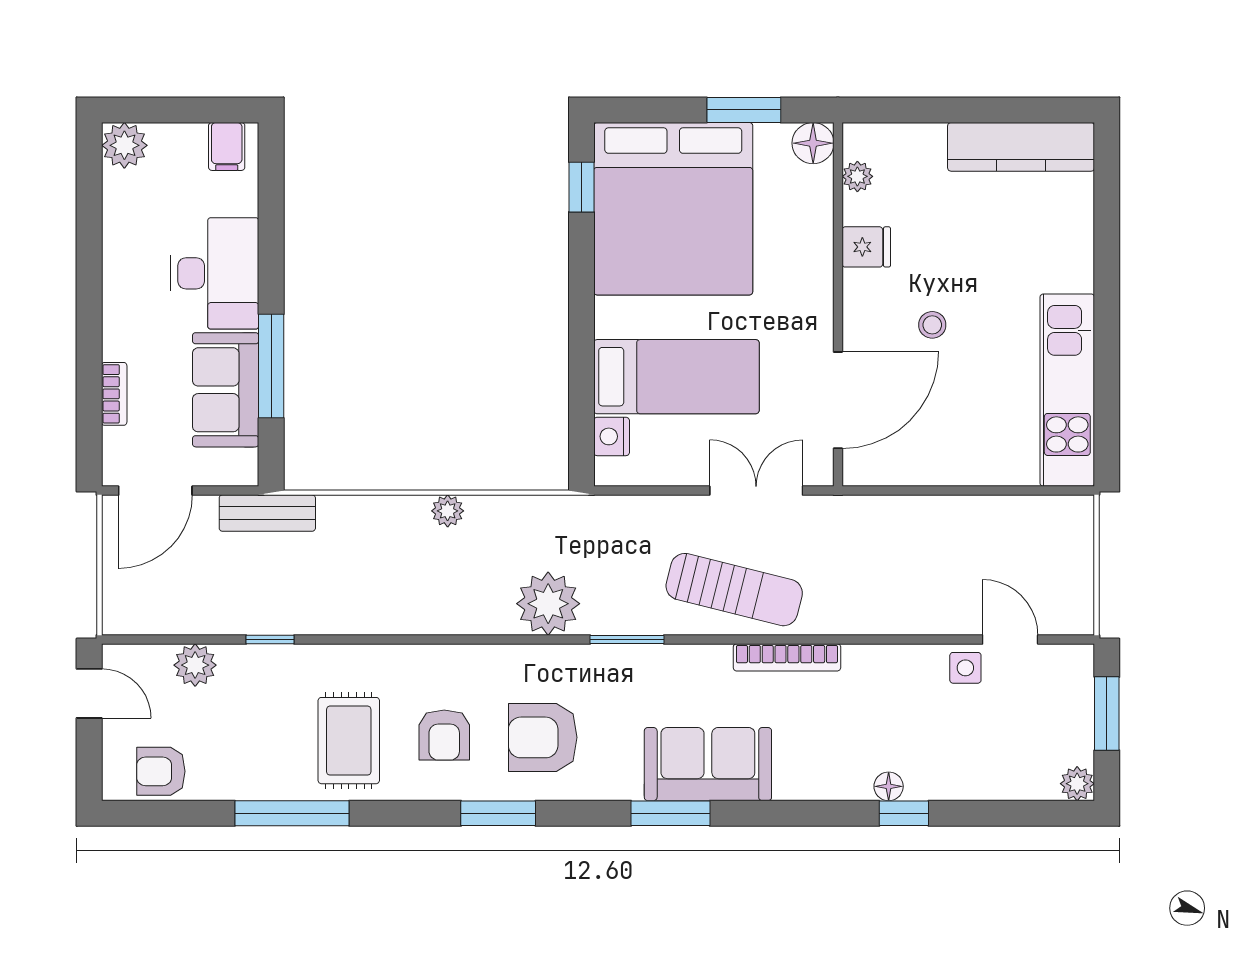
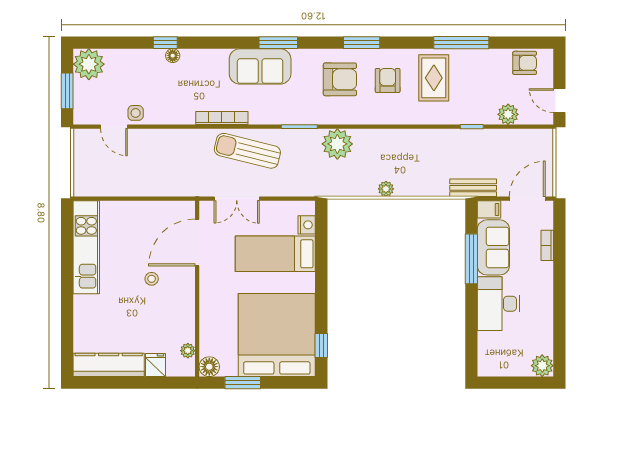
filing cabinet: (227, 146) -> (489, 209), moved, turned 90
fridge: (866, 247) -> (155, 365), moved, turned 90
plant: (1077, 784) -> (89, 64), width x1.88, depth x1.88

